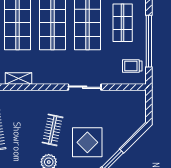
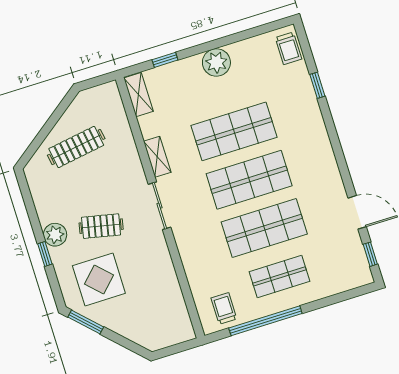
sliding door: (85, 87) -> (160, 206), moved

